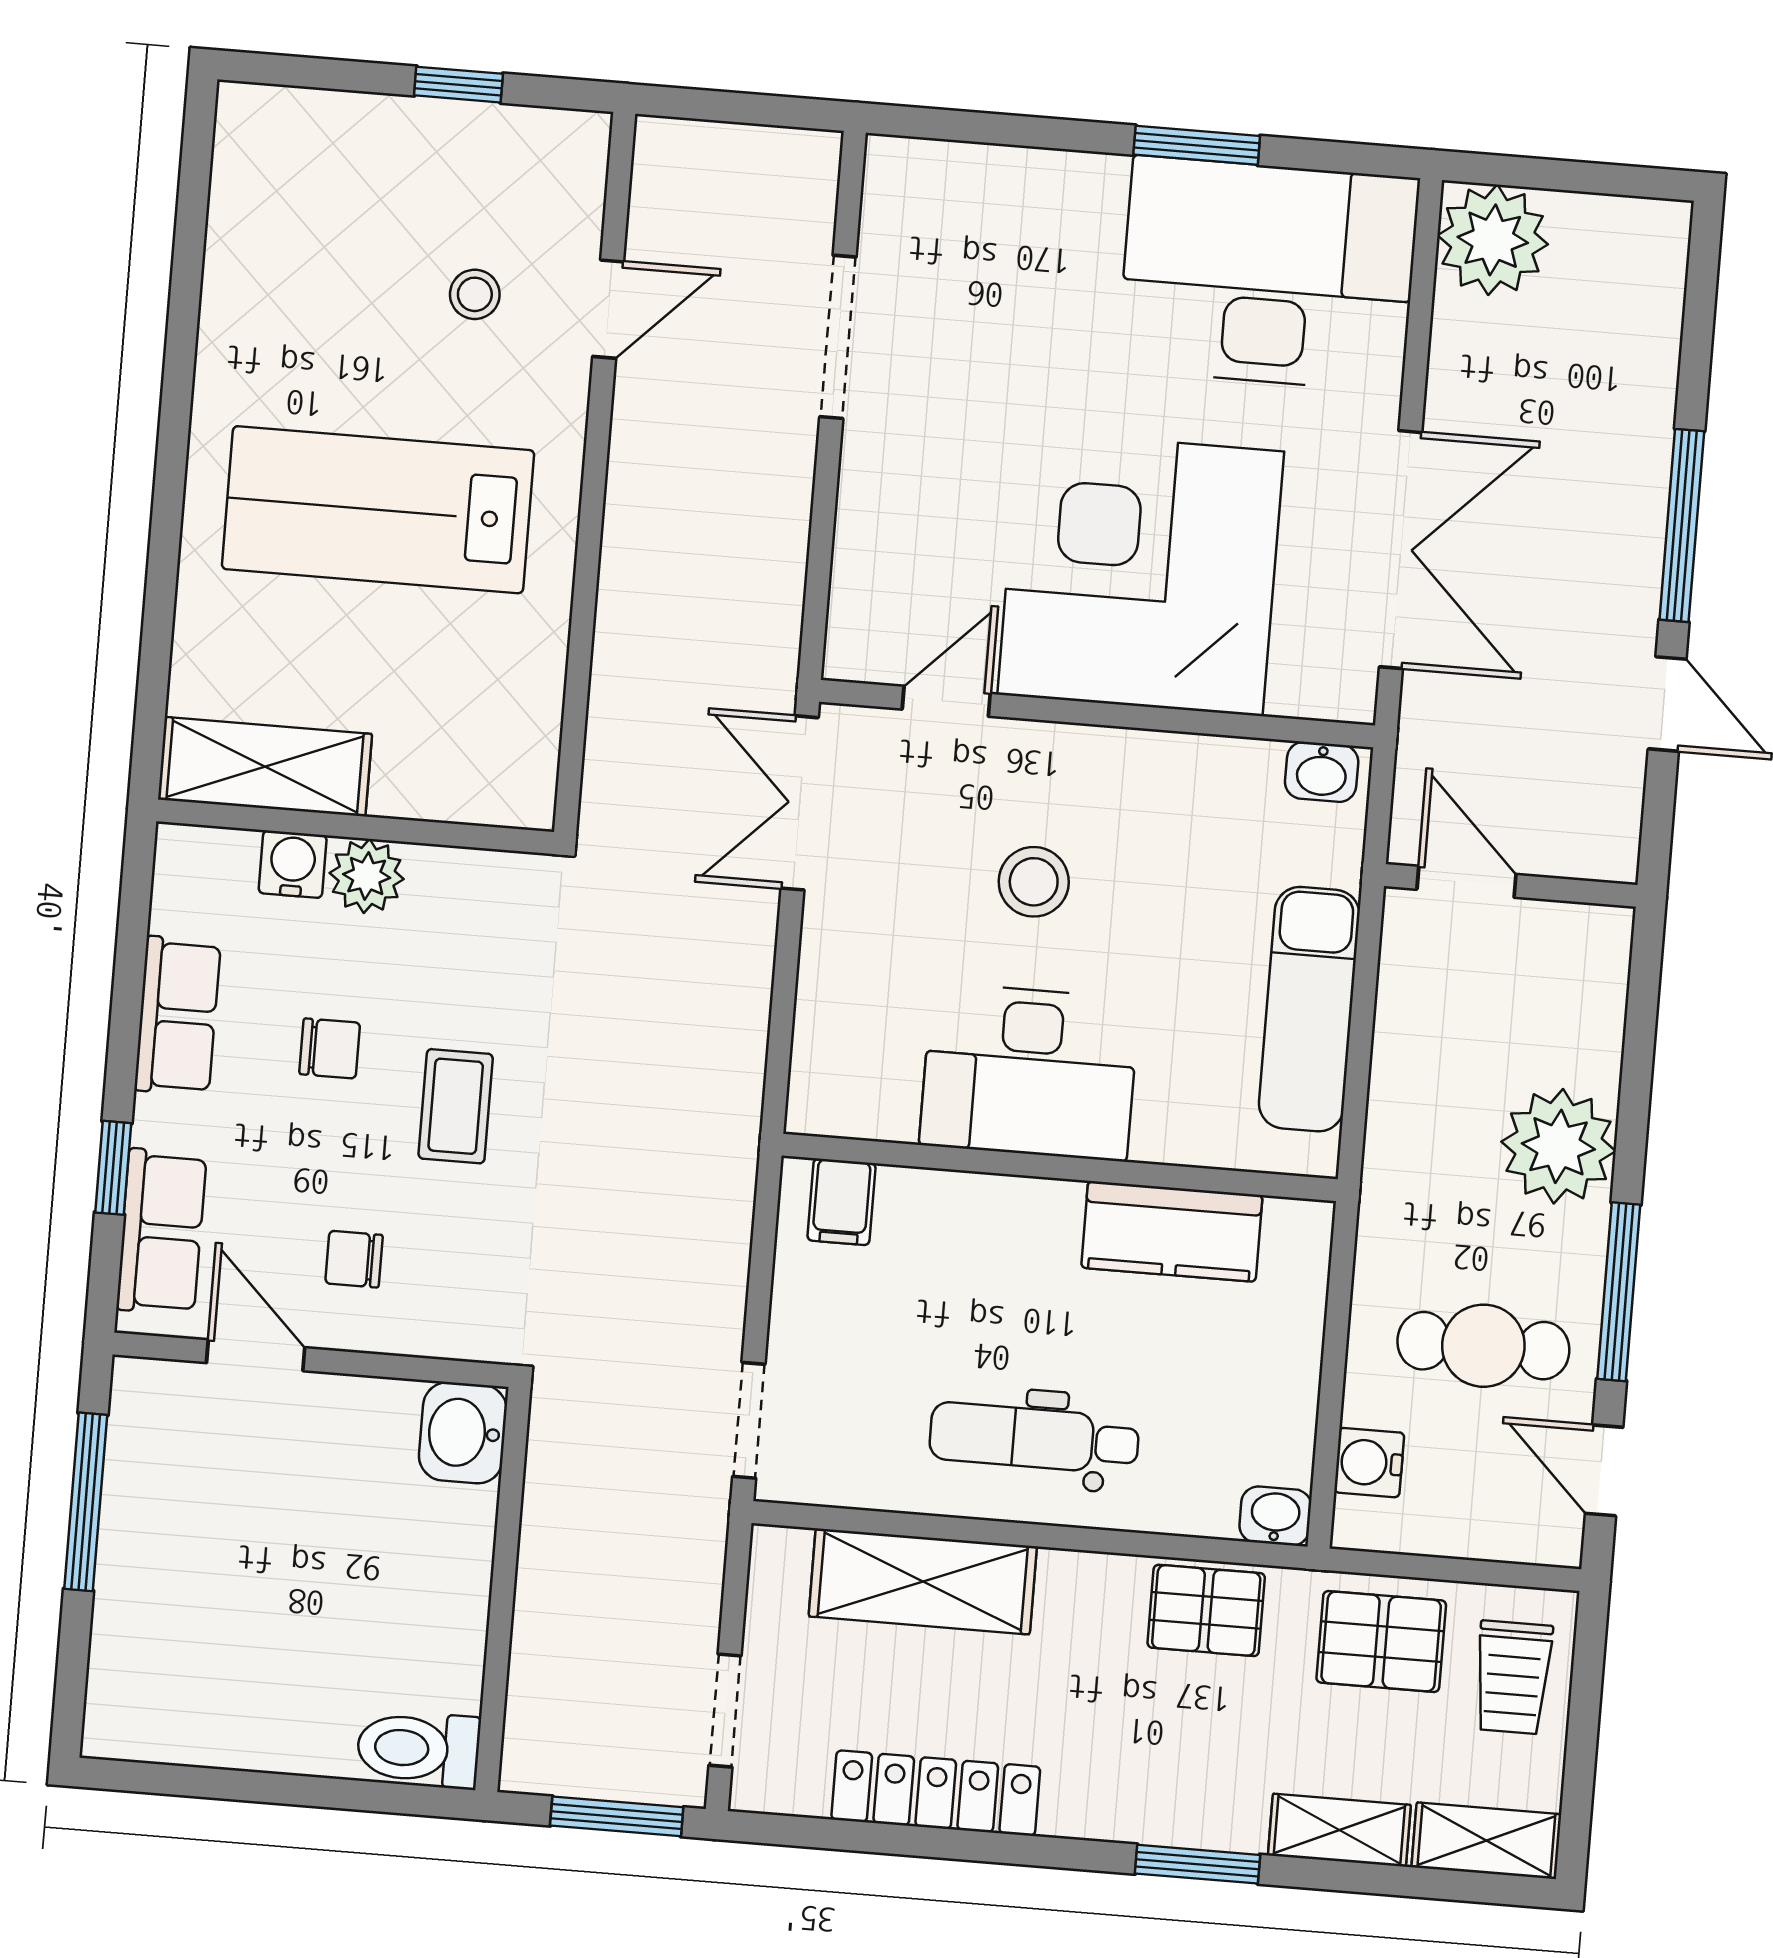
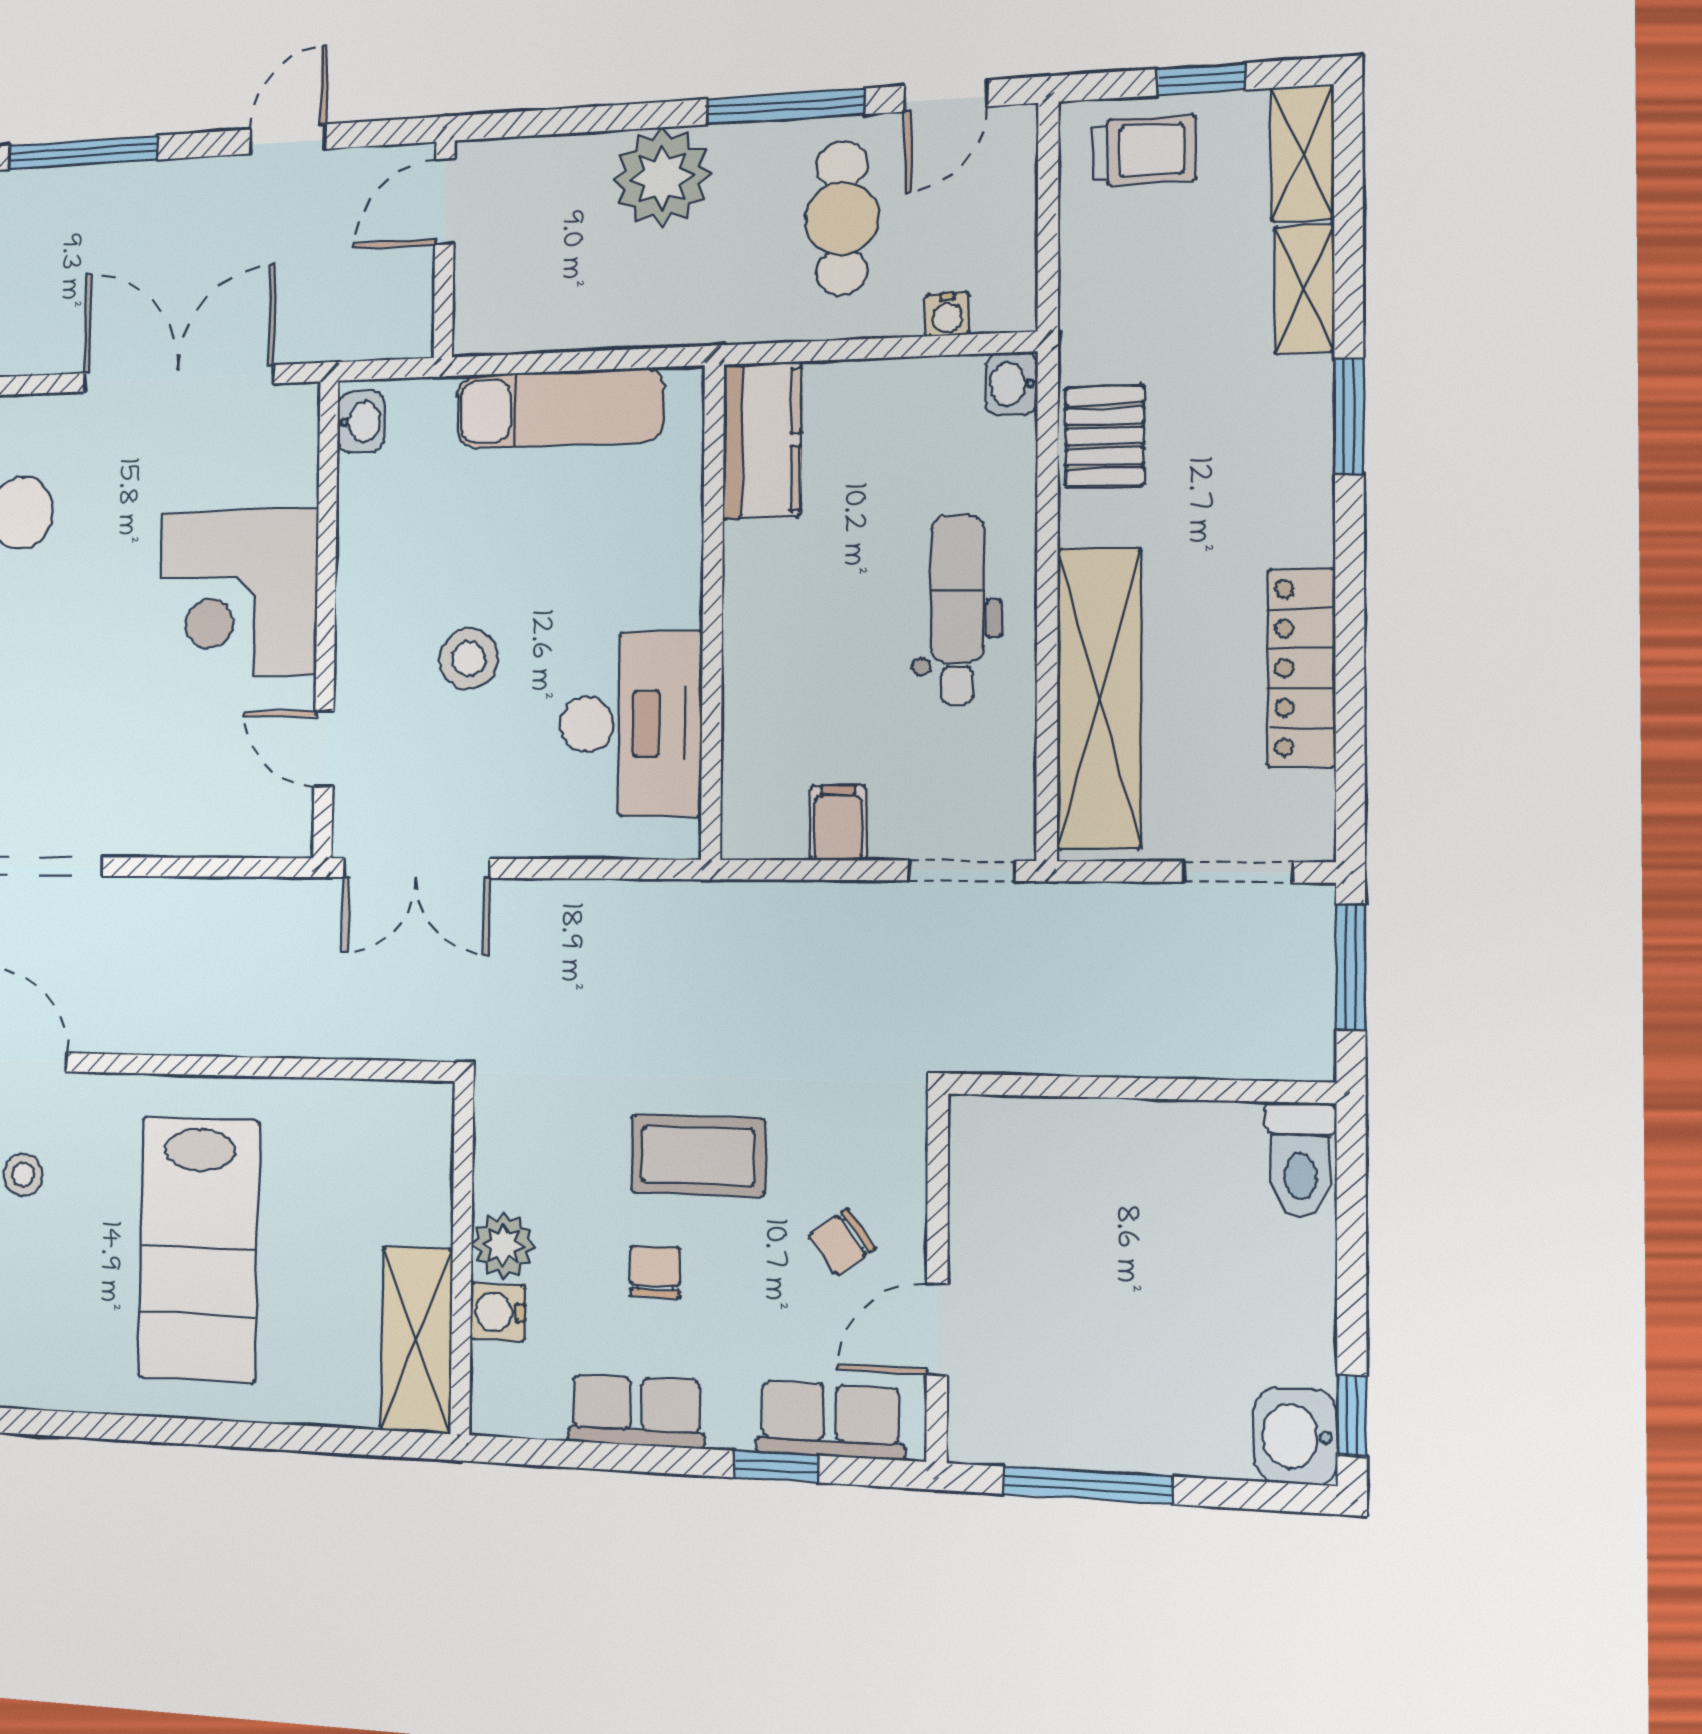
window: (1682, 525) -> (83, 153), moved
corner desk: (1141, 573) -> (238, 593), width x0.74, depth x0.74
door: (1466, 882) -> (445, 202), moved
desk: (1029, 1072) -> (630, 724), moved
coffee table: (456, 1106) -> (698, 1156), width x1.36, depth x1.30
filing cabinet: (841, 1202) -> (838, 823), moved, turned -90
kitchen counter: (1172, 1231) -> (762, 440), moved
chair: (354, 1259) -> (842, 1242), turned 54
washbasin: (463, 1433) -> (1296, 1436), moved, turned 90
dental chair: (1034, 1438) -> (957, 610), turned 180
water cooler: (1369, 1463) -> (947, 314), width x0.72, depth x0.72
shelving: (923, 1581) -> (1099, 699), width x1.47
pallet: (1381, 1642) -> (1121, 274), removed
window: (1582, 1743) -> (1201, 79), added
window: (152, 1778) -> (1352, 1415), added

